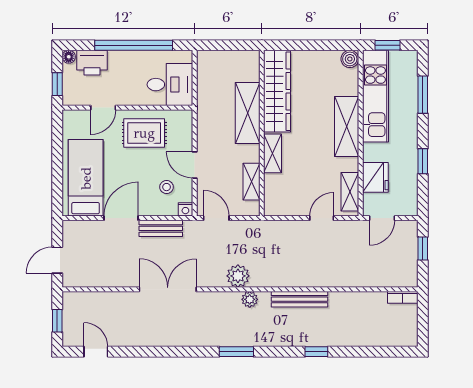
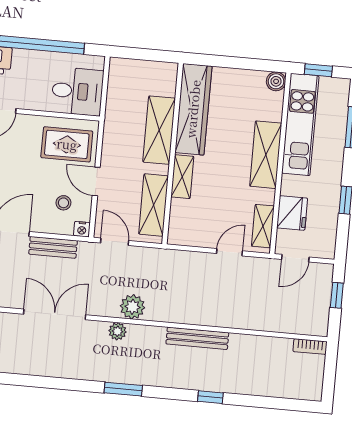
rug: (144, 133) -> (67, 144), moved
shelving: (251, 182) -> (154, 205), width x1.50, depth x1.33
plant: (250, 299) -> (118, 331), moved

